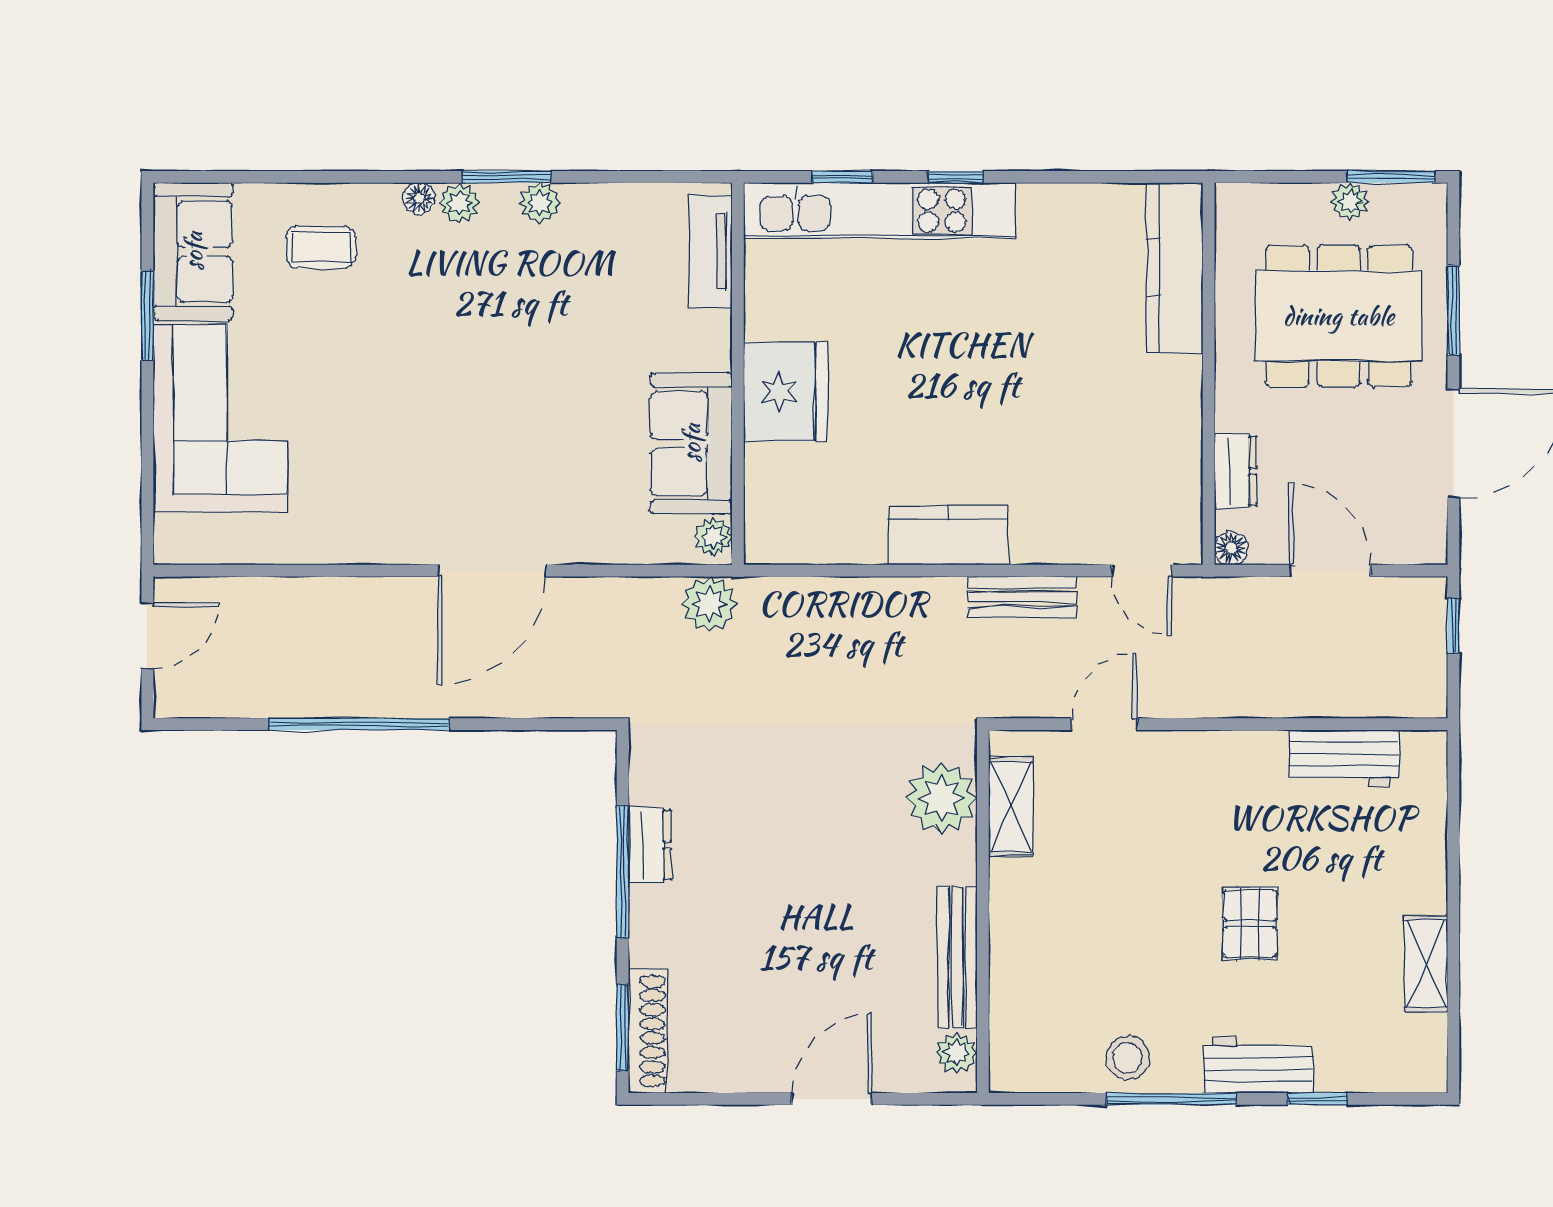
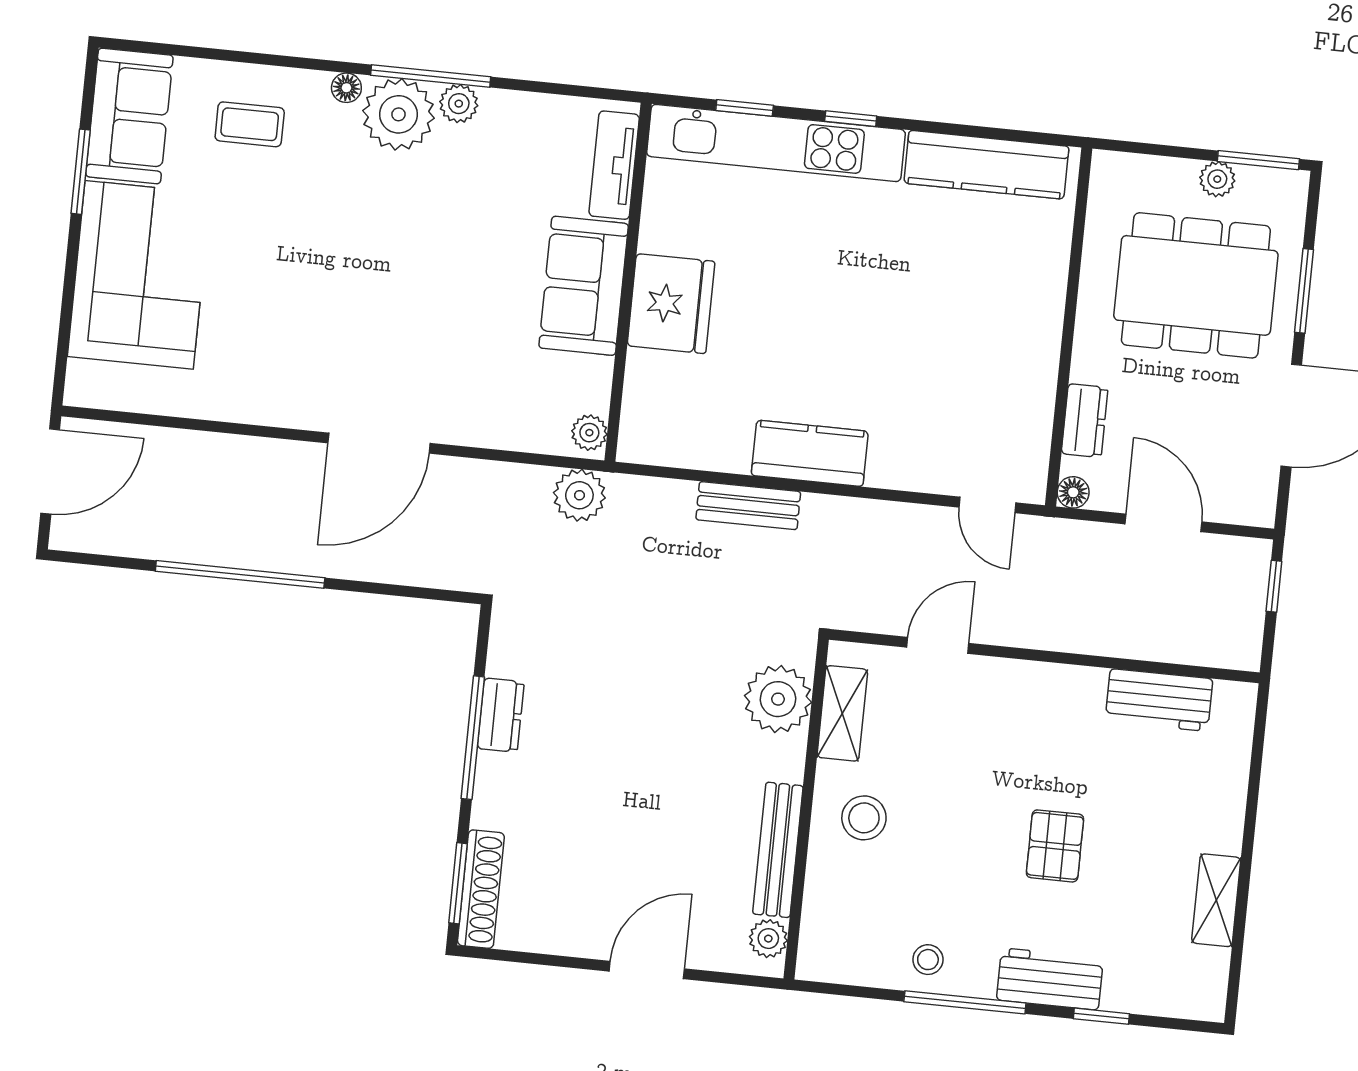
window: (507, 177) -> (431, 76), width x1.44
plant: (459, 203) -> (398, 114), width x1.87, depth x1.87
kitchen counter: (1174, 268) -> (986, 165), moved, turned -90
sofa: (691, 443) -> (584, 286), moved
bench: (1022, 597) -> (748, 506), moved
door: (147, 636) -> (50, 471), width x1.38
stool: (1045, 915) -> (864, 818), added
stool: (1128, 1058) -> (928, 960), width x0.73, depth x0.73

